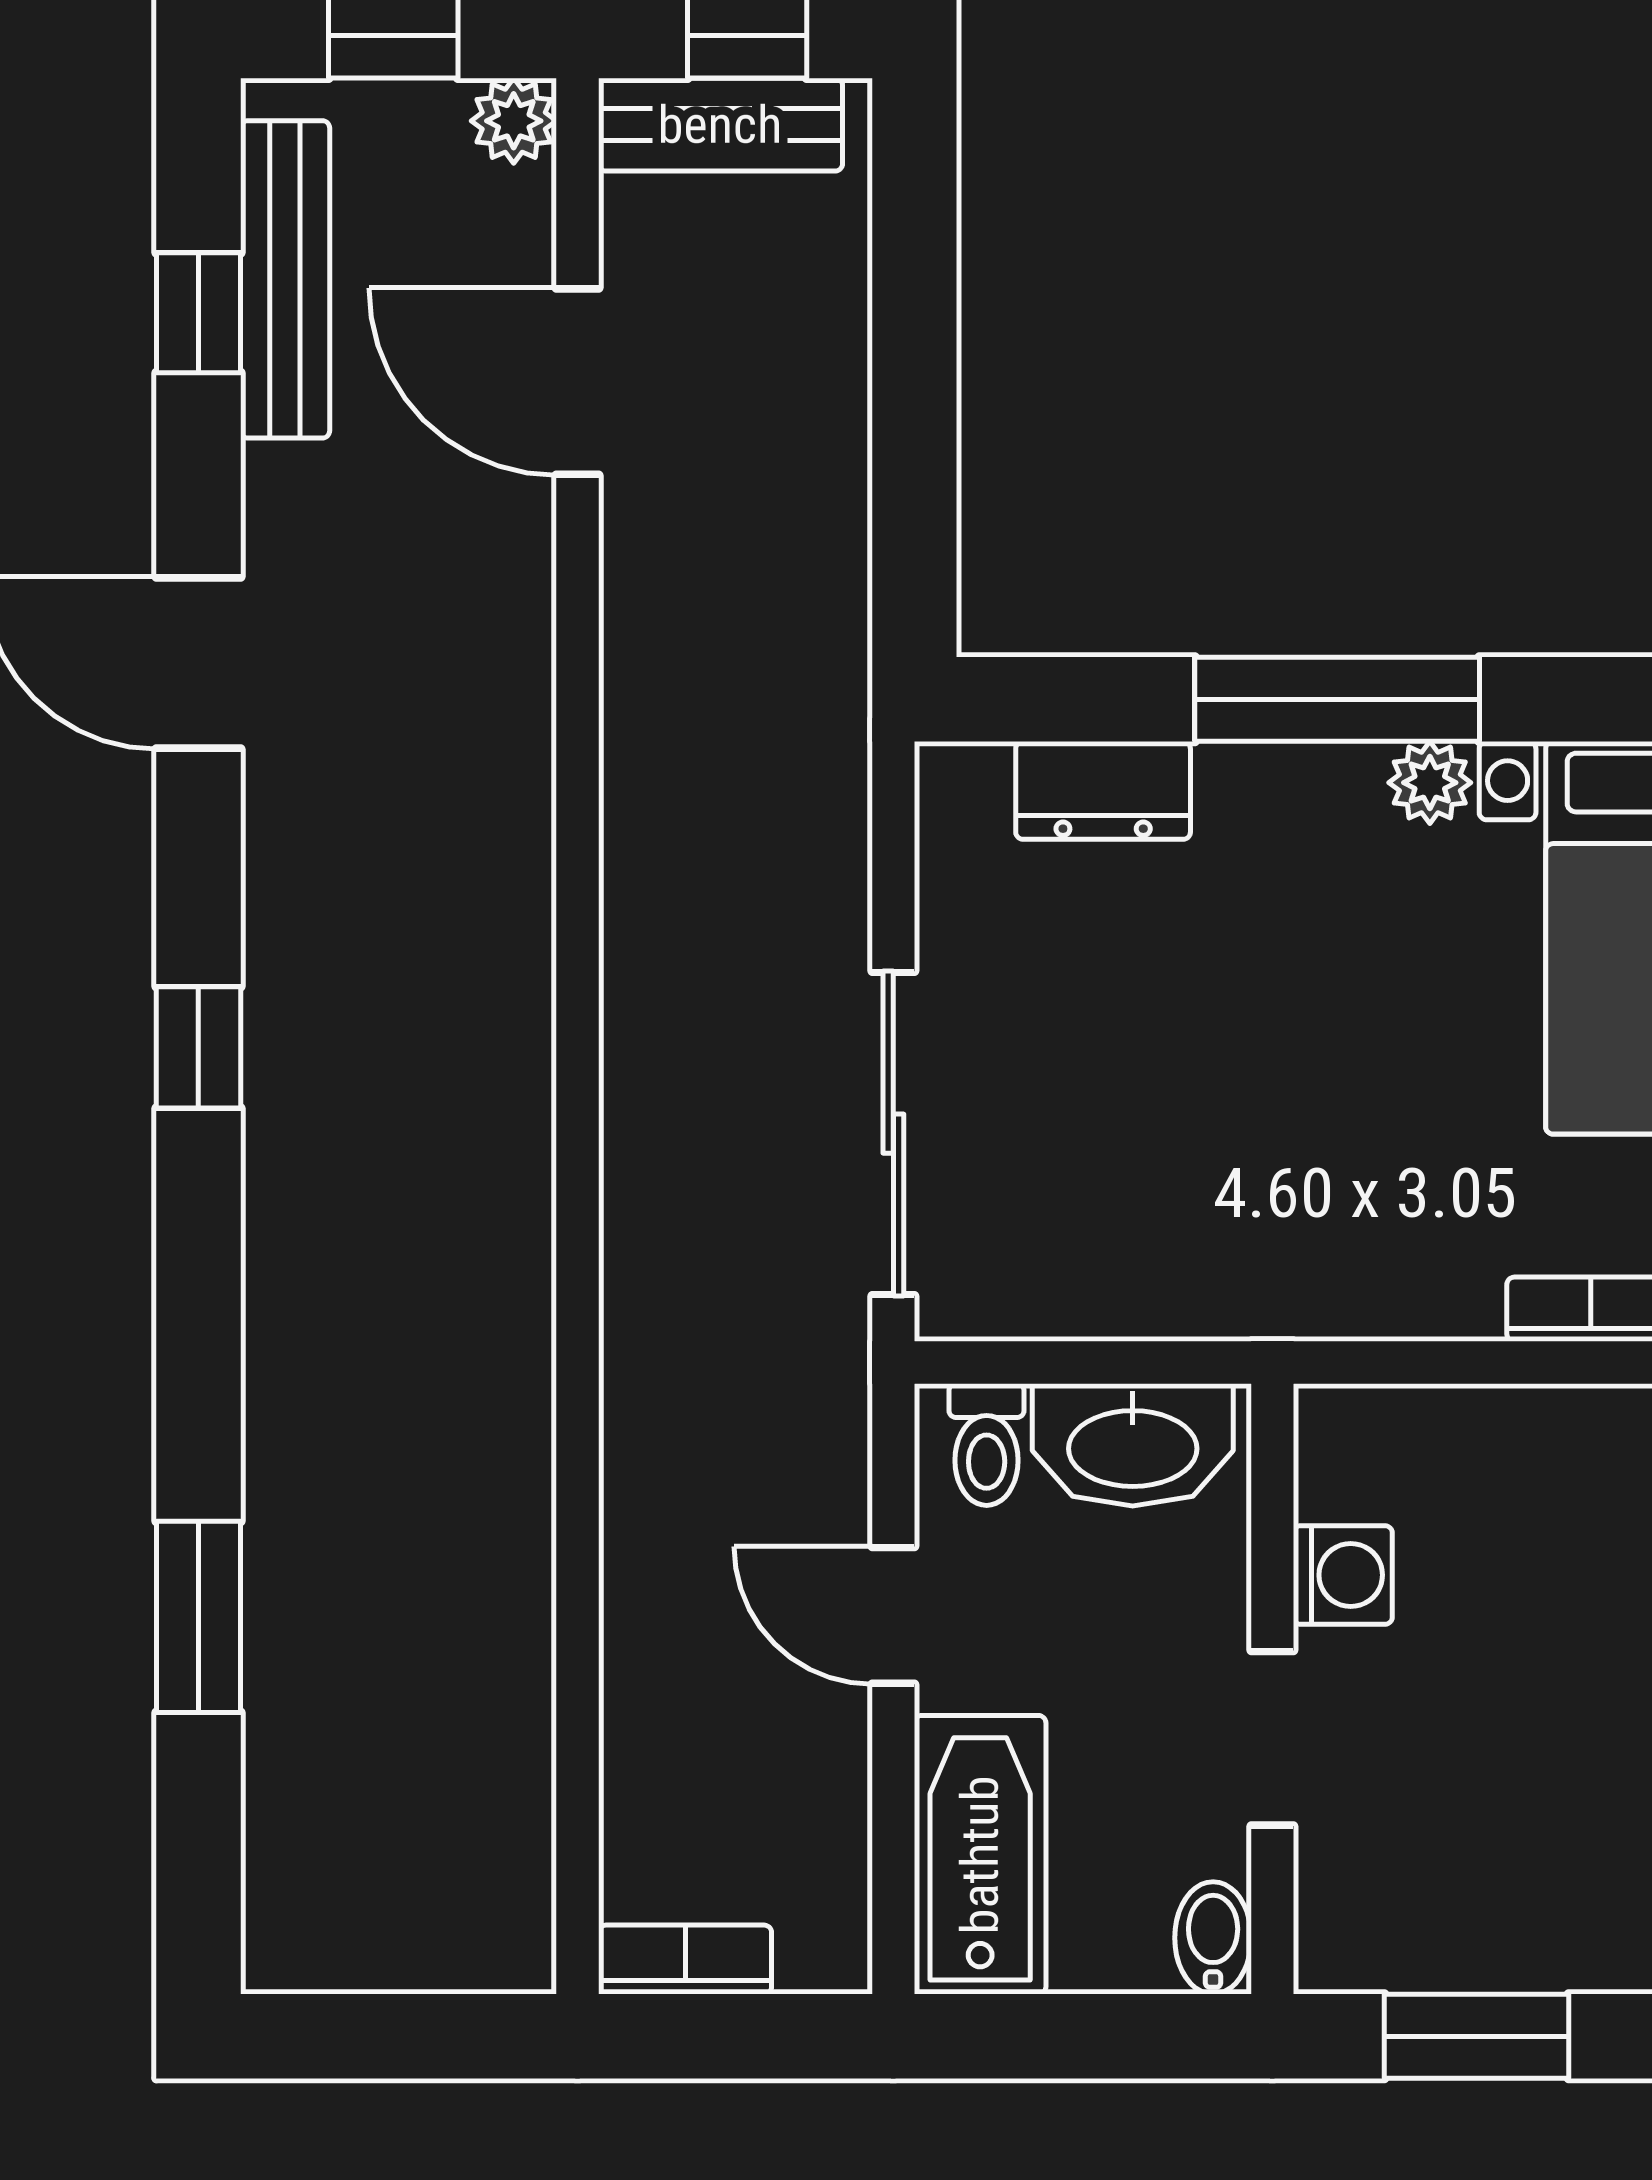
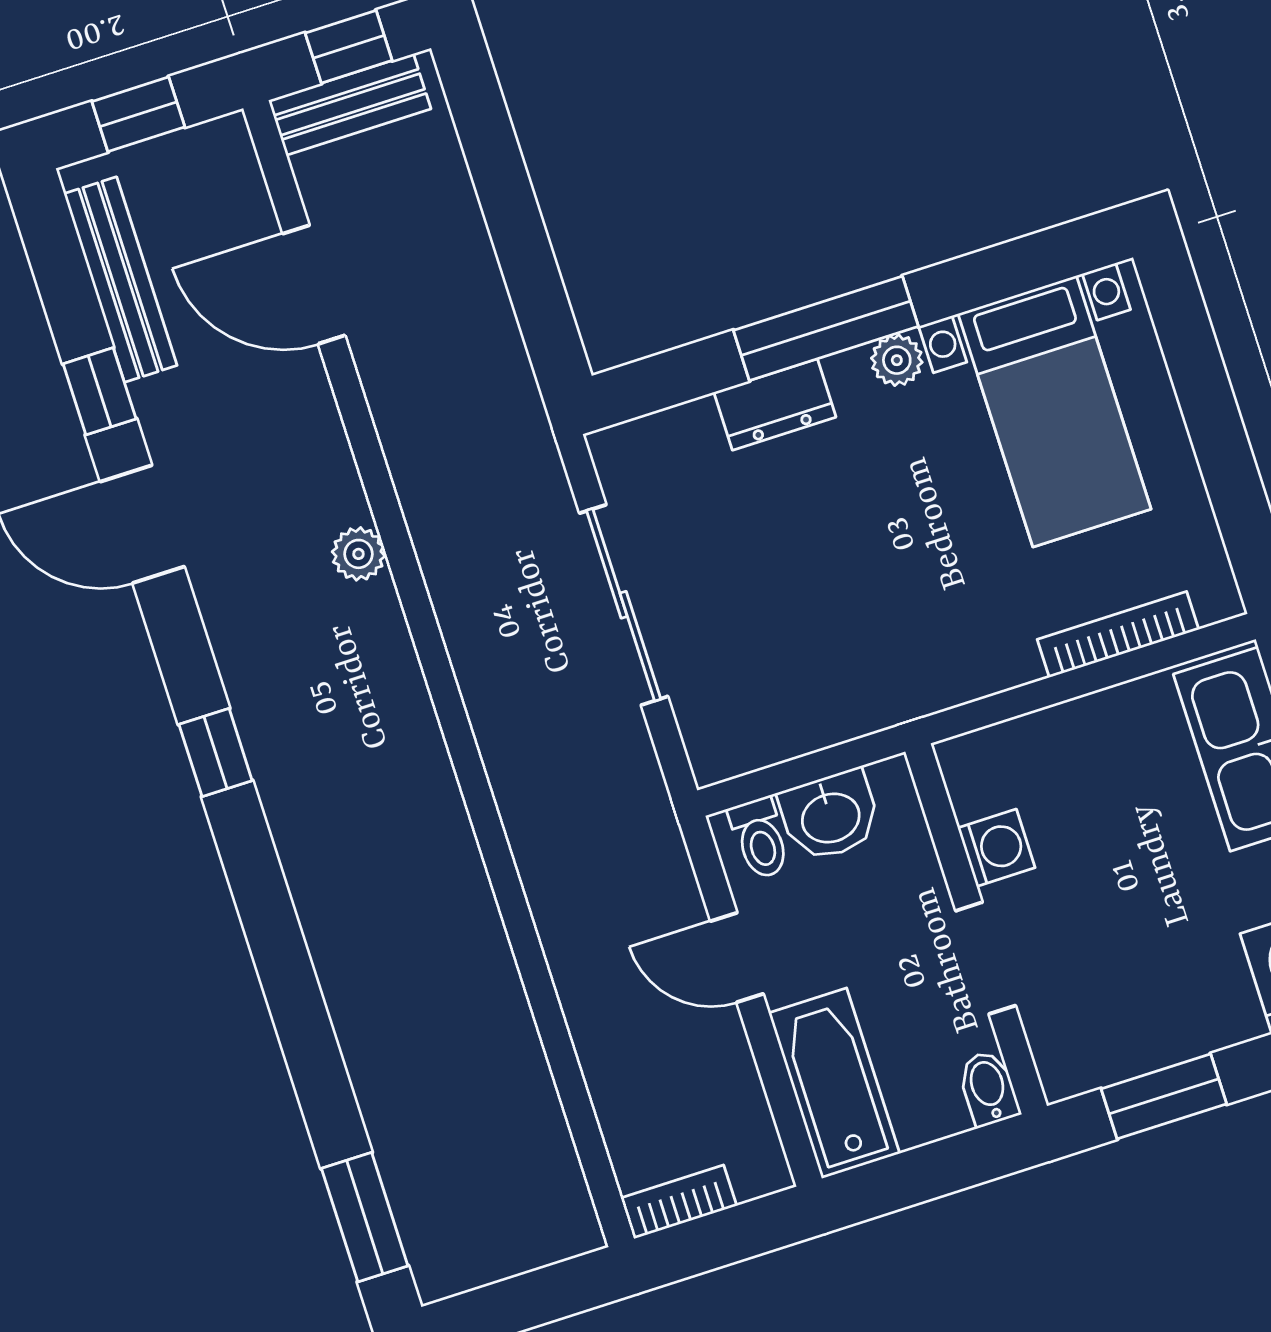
plant: (514, 121) -> (358, 554), moved
window: (198, 313) -> (100, 391), moved
dresser: (1103, 790) -> (775, 405), moved
sliding door: (893, 1134) -> (624, 605), moved
washbasin: (1133, 1445) -> (830, 816), width x0.72
window: (198, 1617) -> (365, 1217), moved

